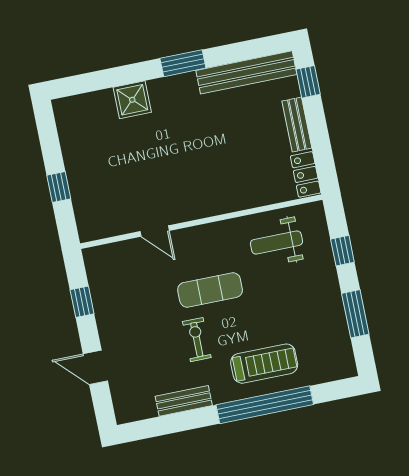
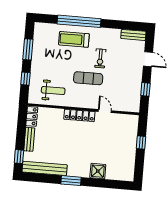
locker: (206, 206) -> (79, 115), added
bench: (184, 401) -> (133, 35), moved

